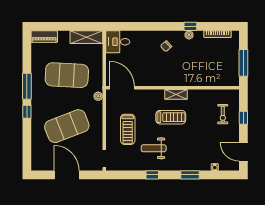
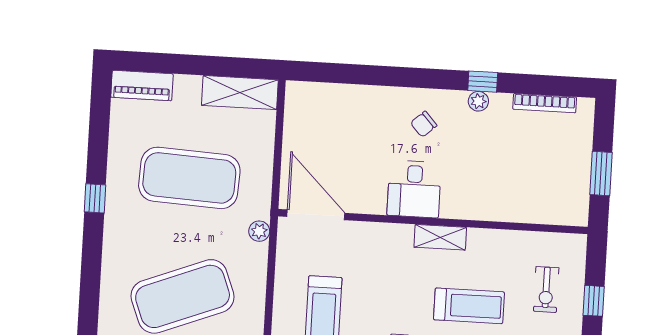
desk: (118, 42) -> (414, 189), moved, turned -90
window: (243, 63) -> (601, 173), width x0.69
window: (27, 86) -> (95, 198), width x0.46
window: (27, 112) -> (92, 258), removed
treadmill: (171, 117) -> (469, 306), moved

